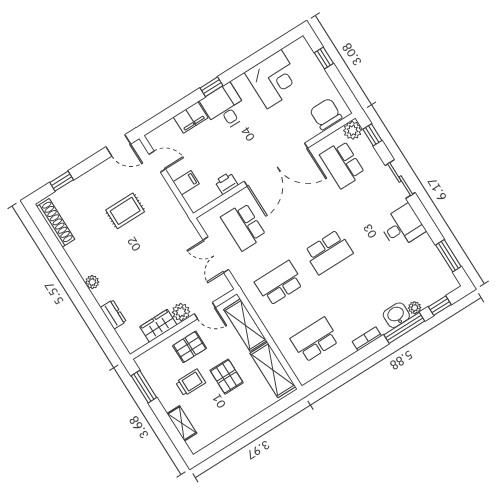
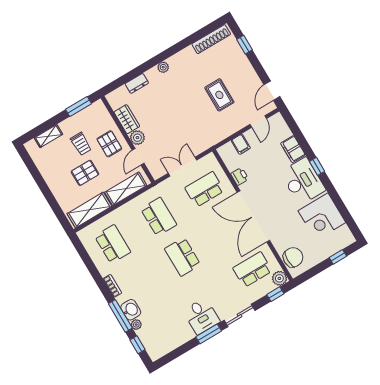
desk: (225, 108) -> (303, 181), width x1.37
window: (448, 256) -> (209, 334), moved

